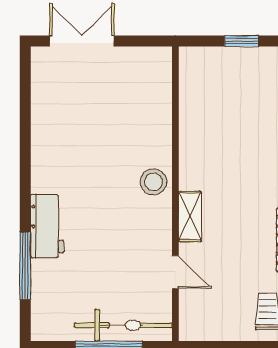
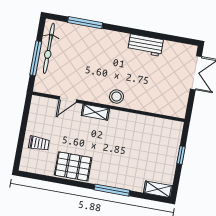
workbench: (47, 226) -> (146, 45), moved
bicycle: (123, 325) -> (49, 48), moved

